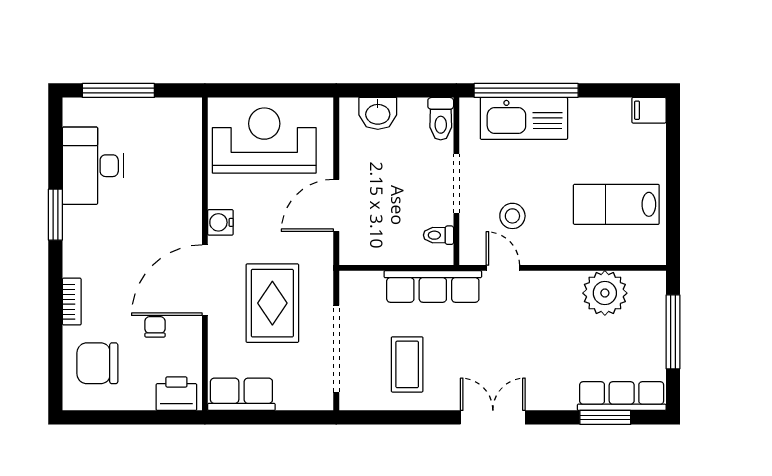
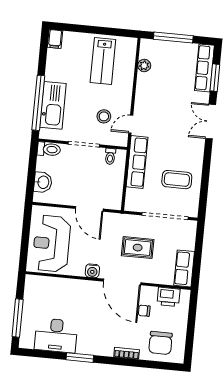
plant: (605, 293) -> (144, 66), width x0.53, depth x0.53
rug: (272, 303) -> (138, 248), width x0.73, depth x0.70
printer: (176, 394) -> (169, 297), moved, turned -90
double door: (493, 417) -> (211, 122), moved

